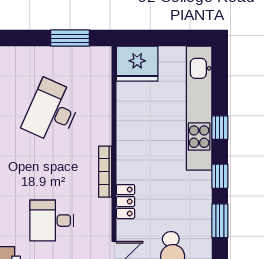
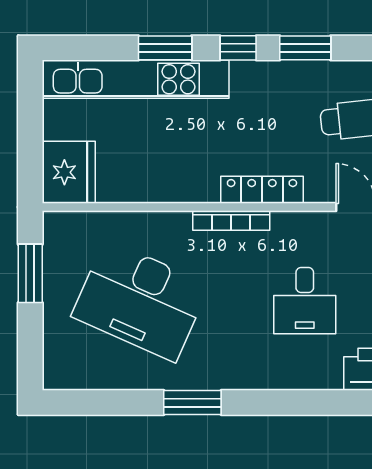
desk: (52, 111) -> (140, 301), width x1.36, depth x1.30
window: (220, 128) -> (165, 48), width x1.50
locker: (126, 202) -> (262, 190), width x1.53

